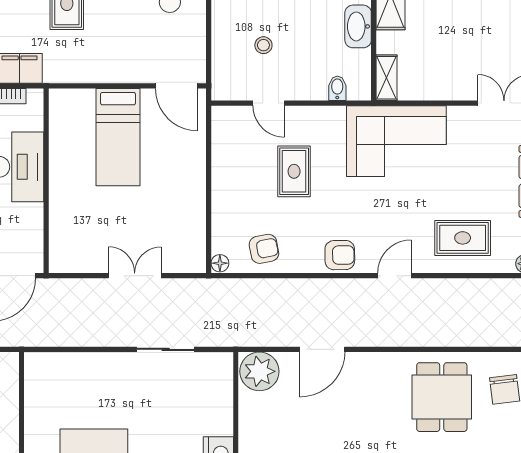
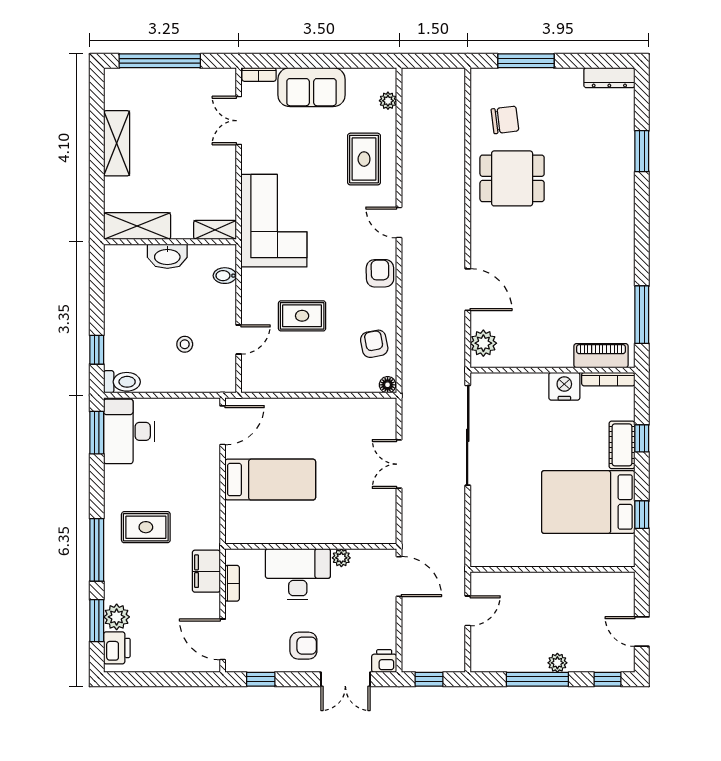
plant: (34, 213) -> (341, 558), added
sliding door: (166, 349) -> (468, 435), width x1.86
plant: (259, 371) -> (483, 343), width x0.73, depth x0.73

